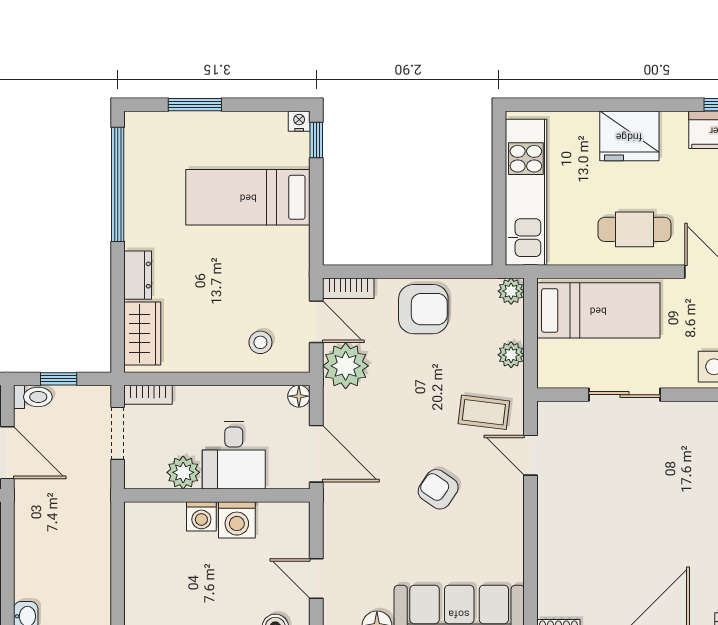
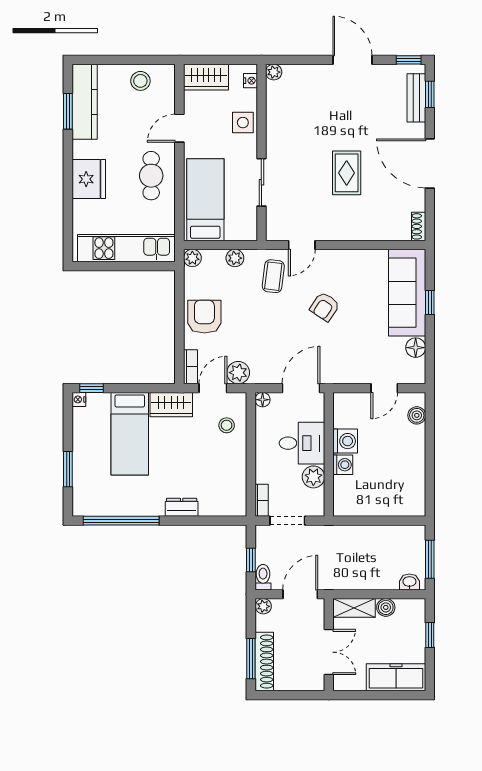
wardrobe: (142, 333) -> (171, 405), moved, turned 180
plant: (346, 366) -> (238, 373), width x0.73, depth x0.73
rug: (639, 522) -> (347, 173), added

